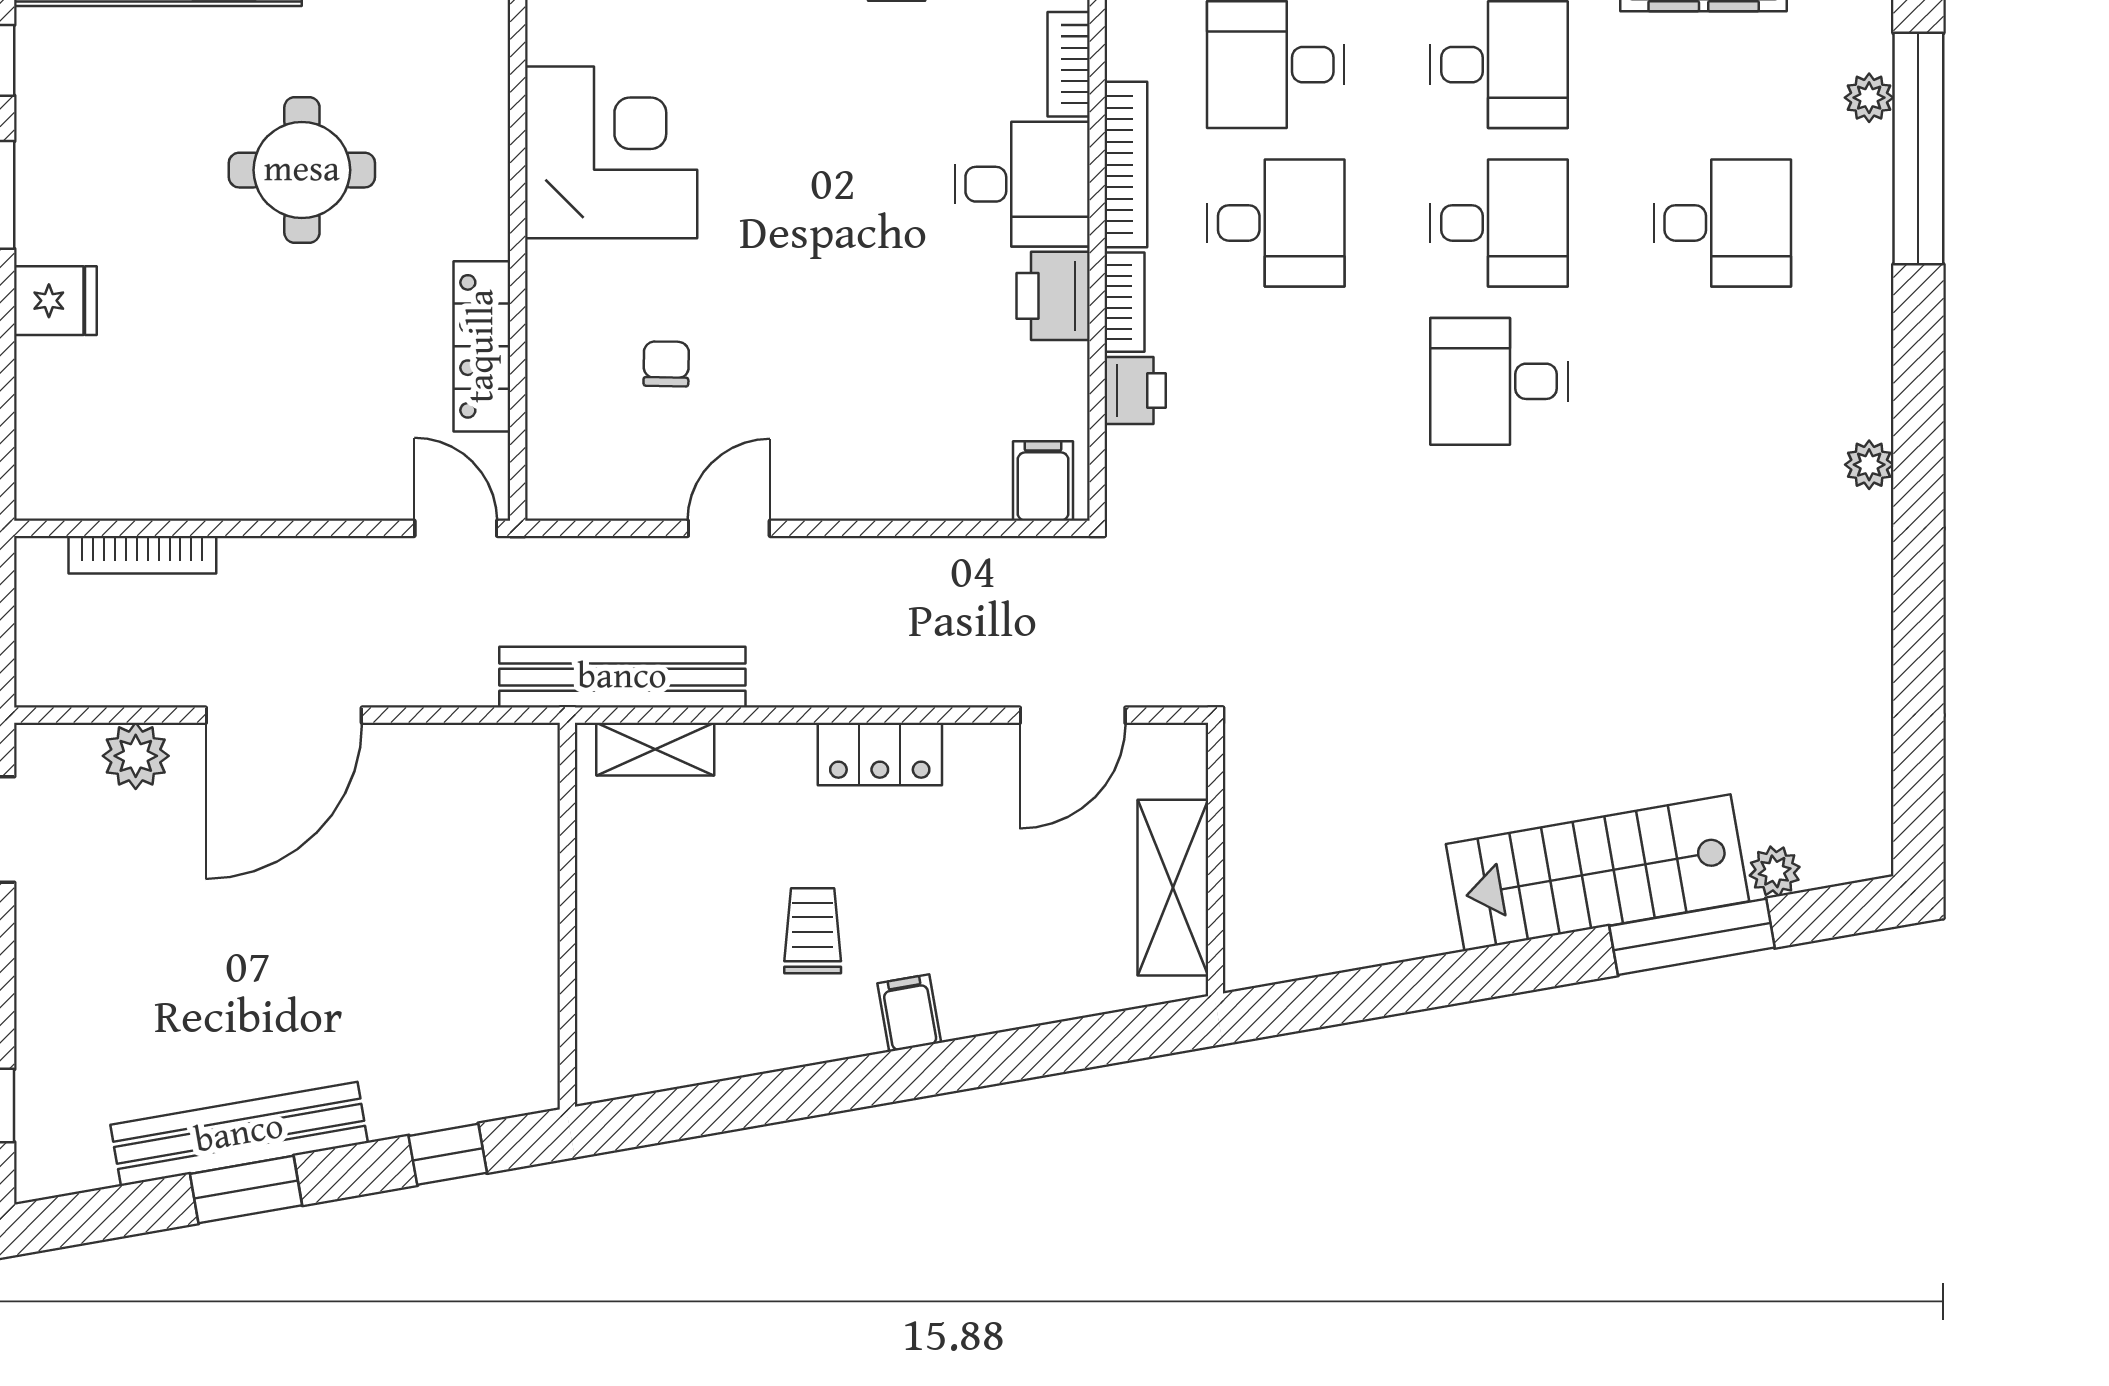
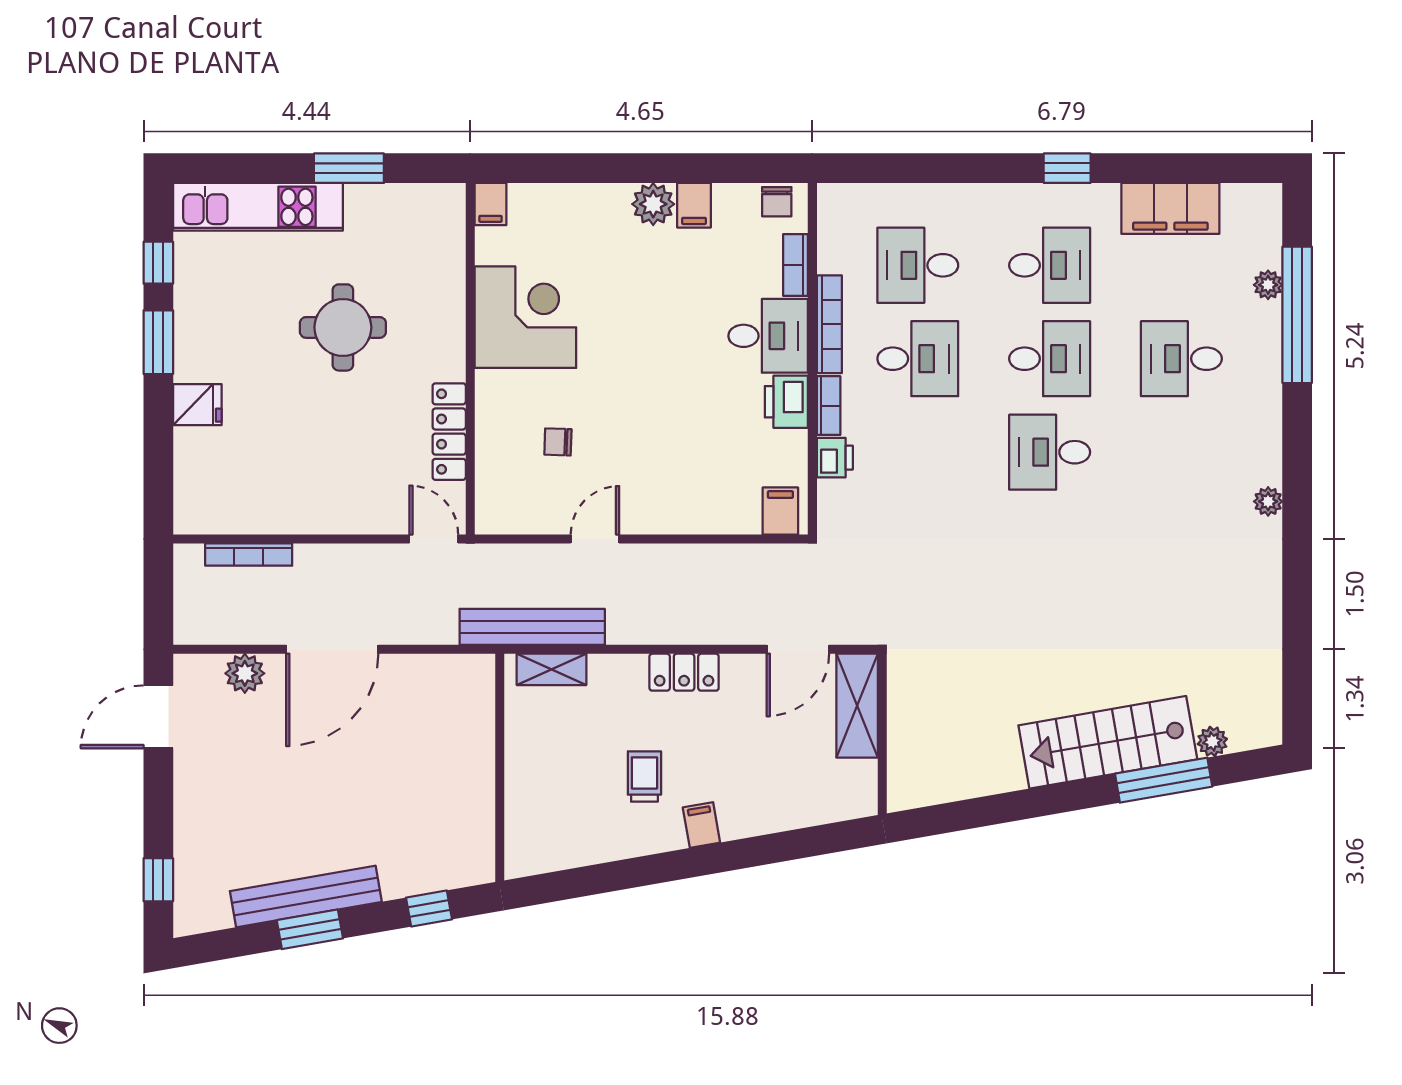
desk: (1722, 223) -> (1181, 359), turned 180
chair: (666, 364) -> (558, 442), turned -89
shelving: (1173, 888) -> (857, 706), moved

